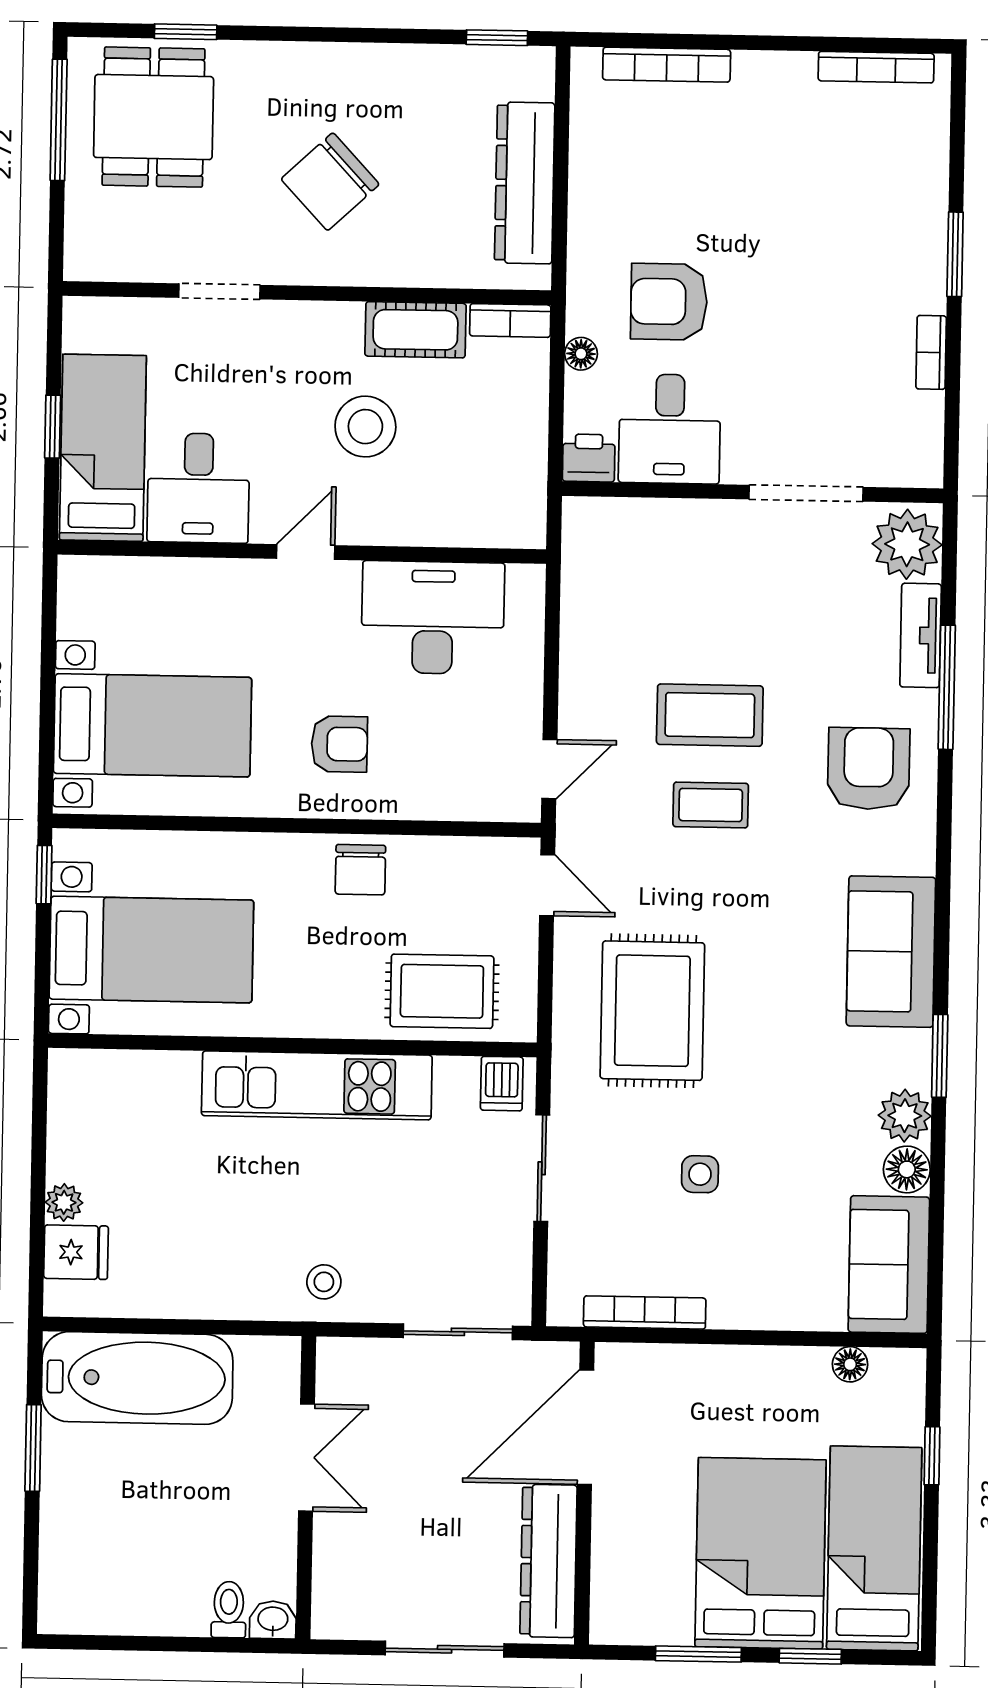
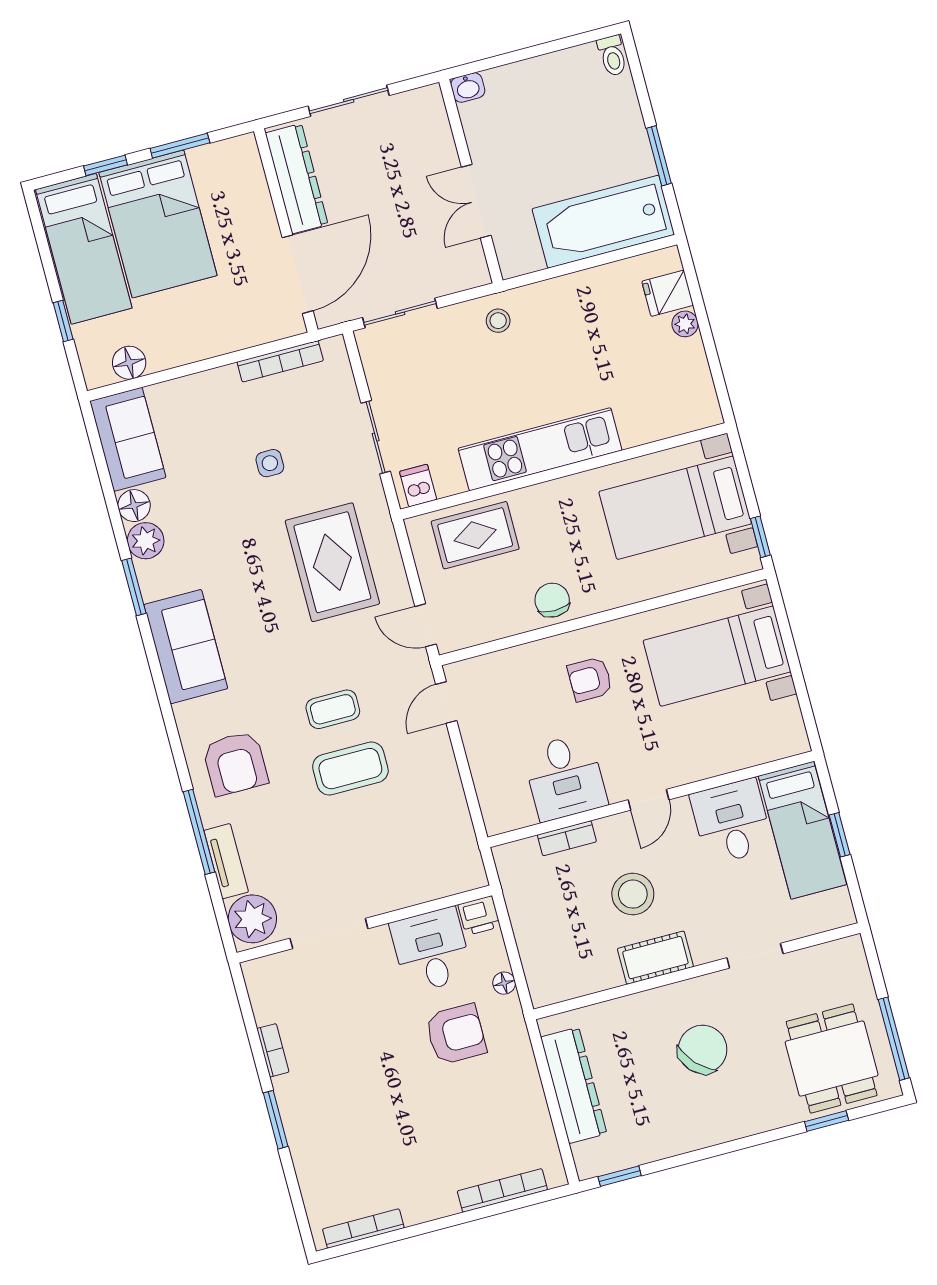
bookcase: (510, 320) -> (567, 838), moved, turned 180
cot: (415, 330) -> (655, 958), moved
desk: (433, 618) -> (565, 777), width x0.73
floor lamp: (850, 1364) -> (129, 363), width x1.37, depth x1.37
toilet: (229, 1610) -> (612, 56), moved

